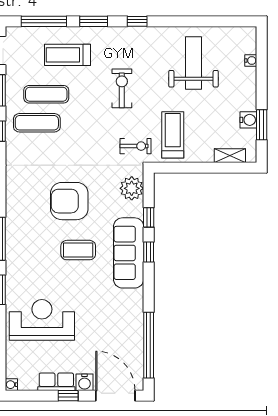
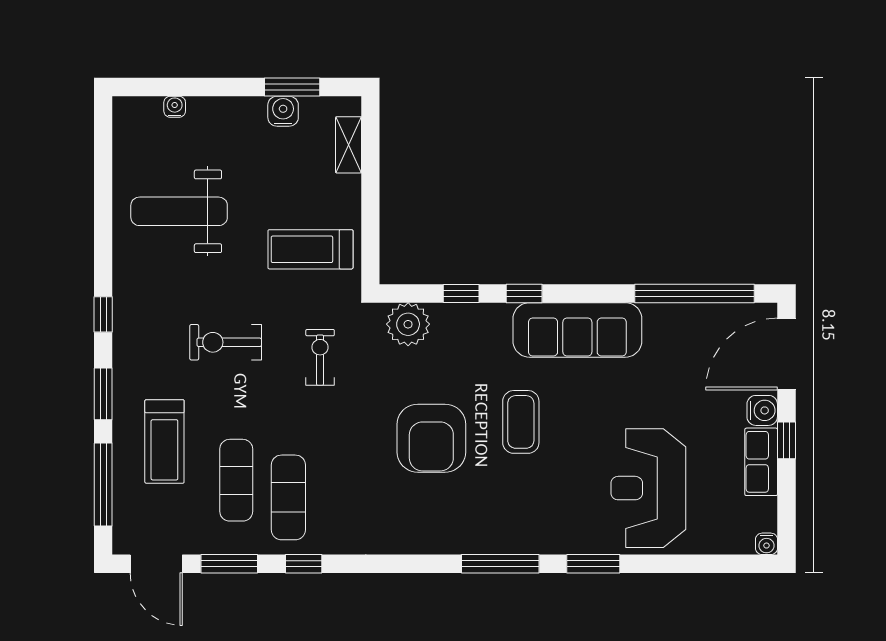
exercise bike: (136, 146) -> (320, 357), moved
sofa: (129, 253) -> (577, 330), moved

